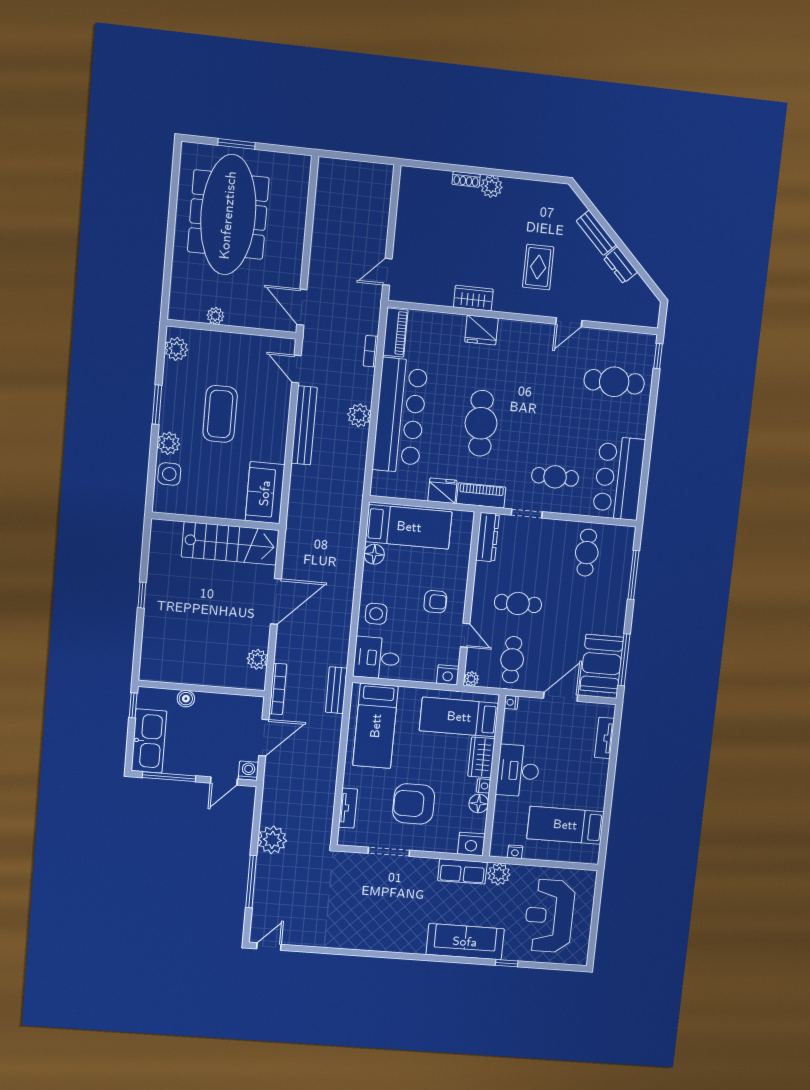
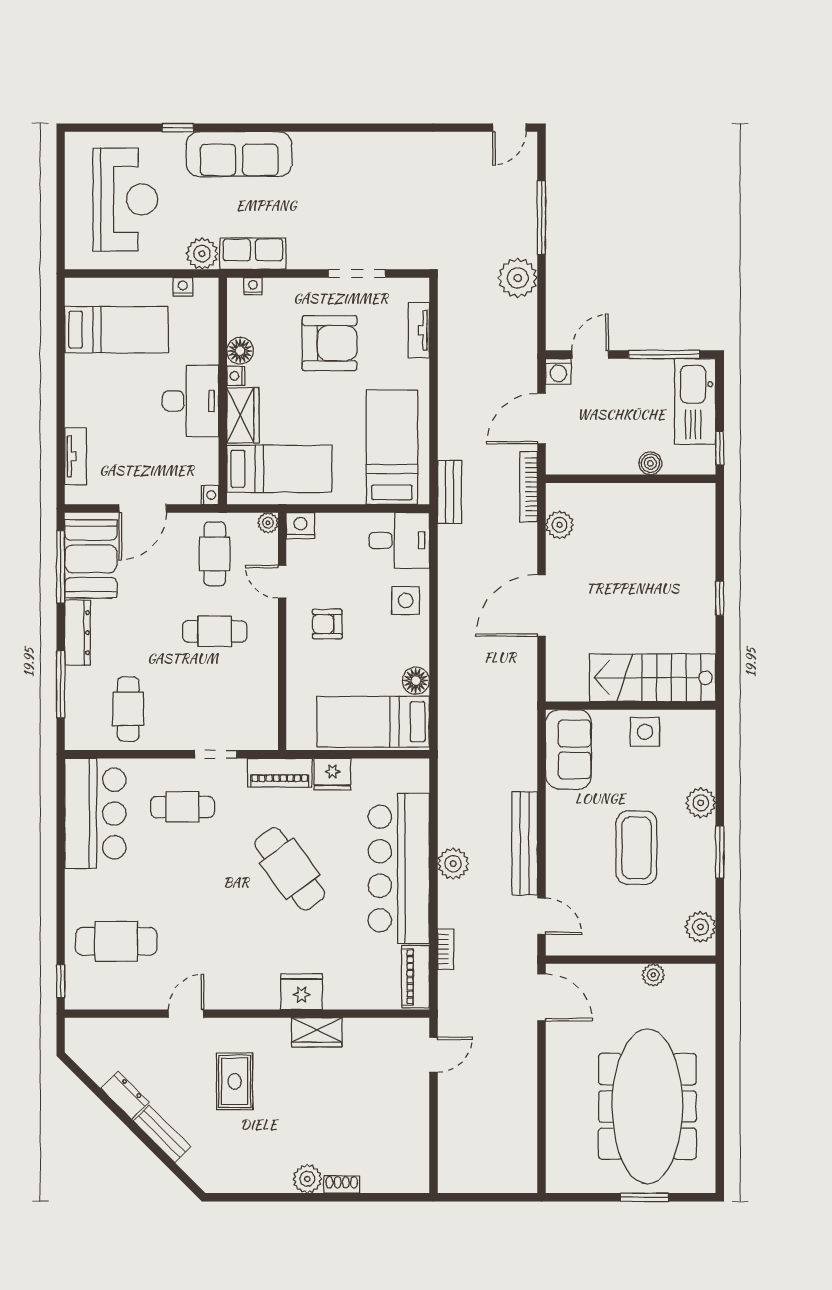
cafe table: (481, 423) -> (290, 869), turned -33
side table: (169, 474) -> (645, 732), moved
dresser: (488, 537) -> (78, 633), moved, turned 180
stairs: (230, 543) -> (653, 678), moved
nightstand: (471, 844) -> (253, 286), width x0.53, depth x0.56

